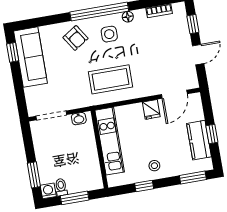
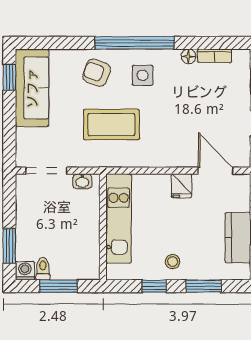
floor lamp: (128, 17) -> (189, 56), moved
armchair: (75, 38) -> (97, 73), turned 143
coffee table: (111, 79) -> (111, 125), moved
door: (174, 94) -> (216, 171), swing flipped
window: (193, 177) -> (203, 286), moved

